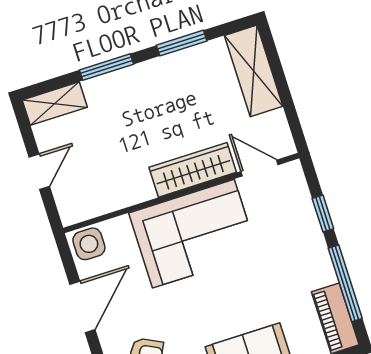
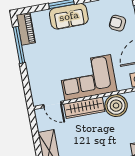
boiler: (127, 183) -> (116, 106), added
window: (323, 214) -> (25, 79), removed

